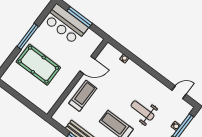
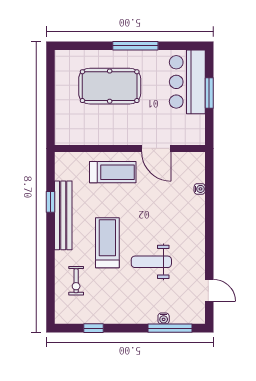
window: (80, 17) -> (209, 93), width x0.69
pool table: (38, 65) -> (110, 86), turned 90
weight bench: (143, 111) -> (151, 262), turned -90

